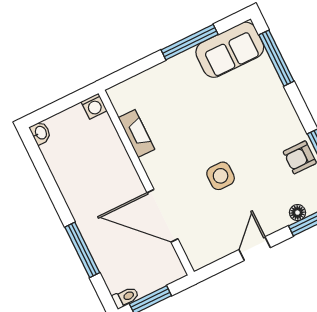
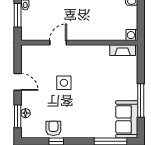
fireplace: (136, 133) -> (123, 50), moved
door: (162, 216) -> (58, 43), width x0.53

